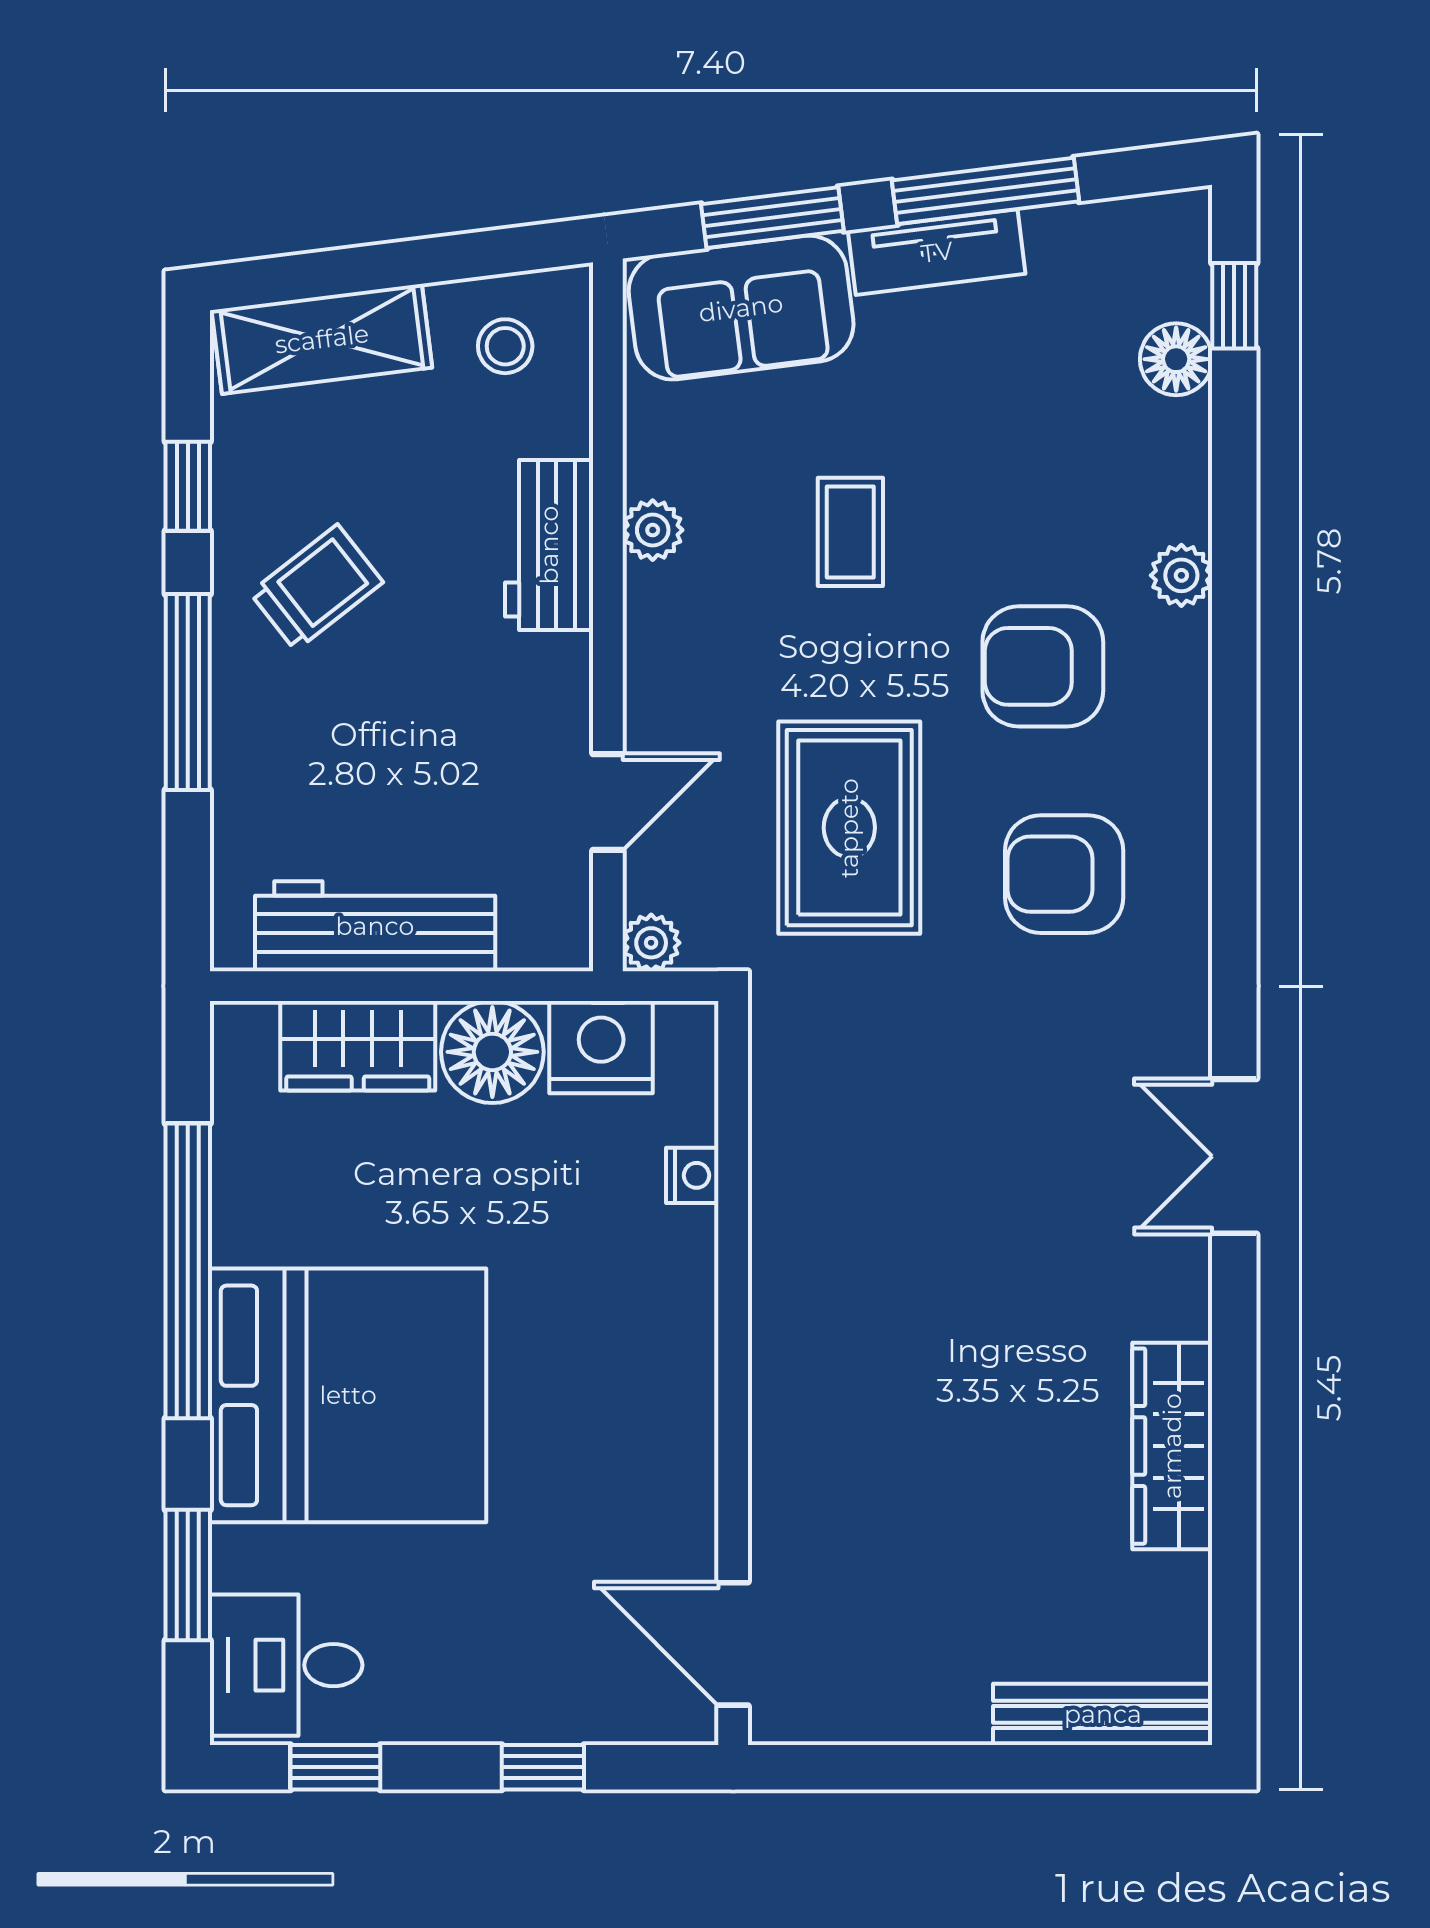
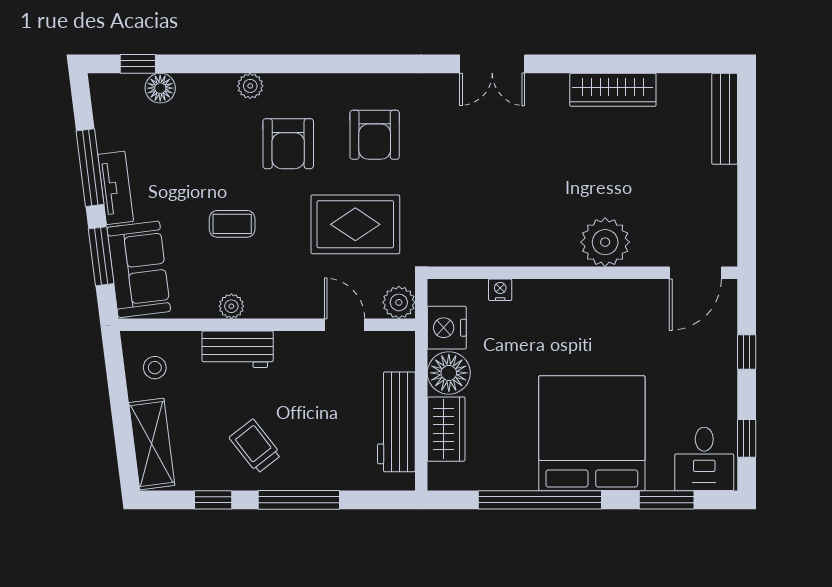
plant: (651, 943) -> (399, 302), width x1.38, depth x1.38
plant: (807, 1427) -> (605, 242), added

